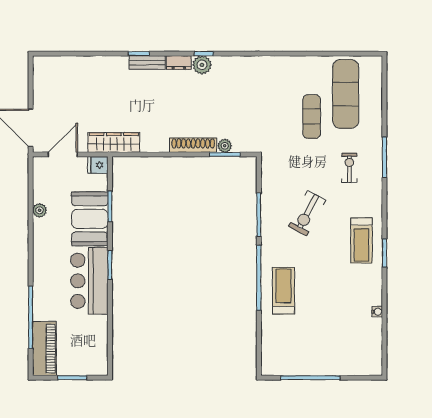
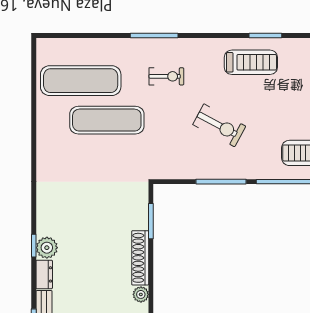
exercise mat: (312, 117) -> (107, 120), width x1.36, depth x1.45
plant: (225, 146) -> (141, 294), moved
exercise bike: (349, 168) -> (166, 76), turned 180

